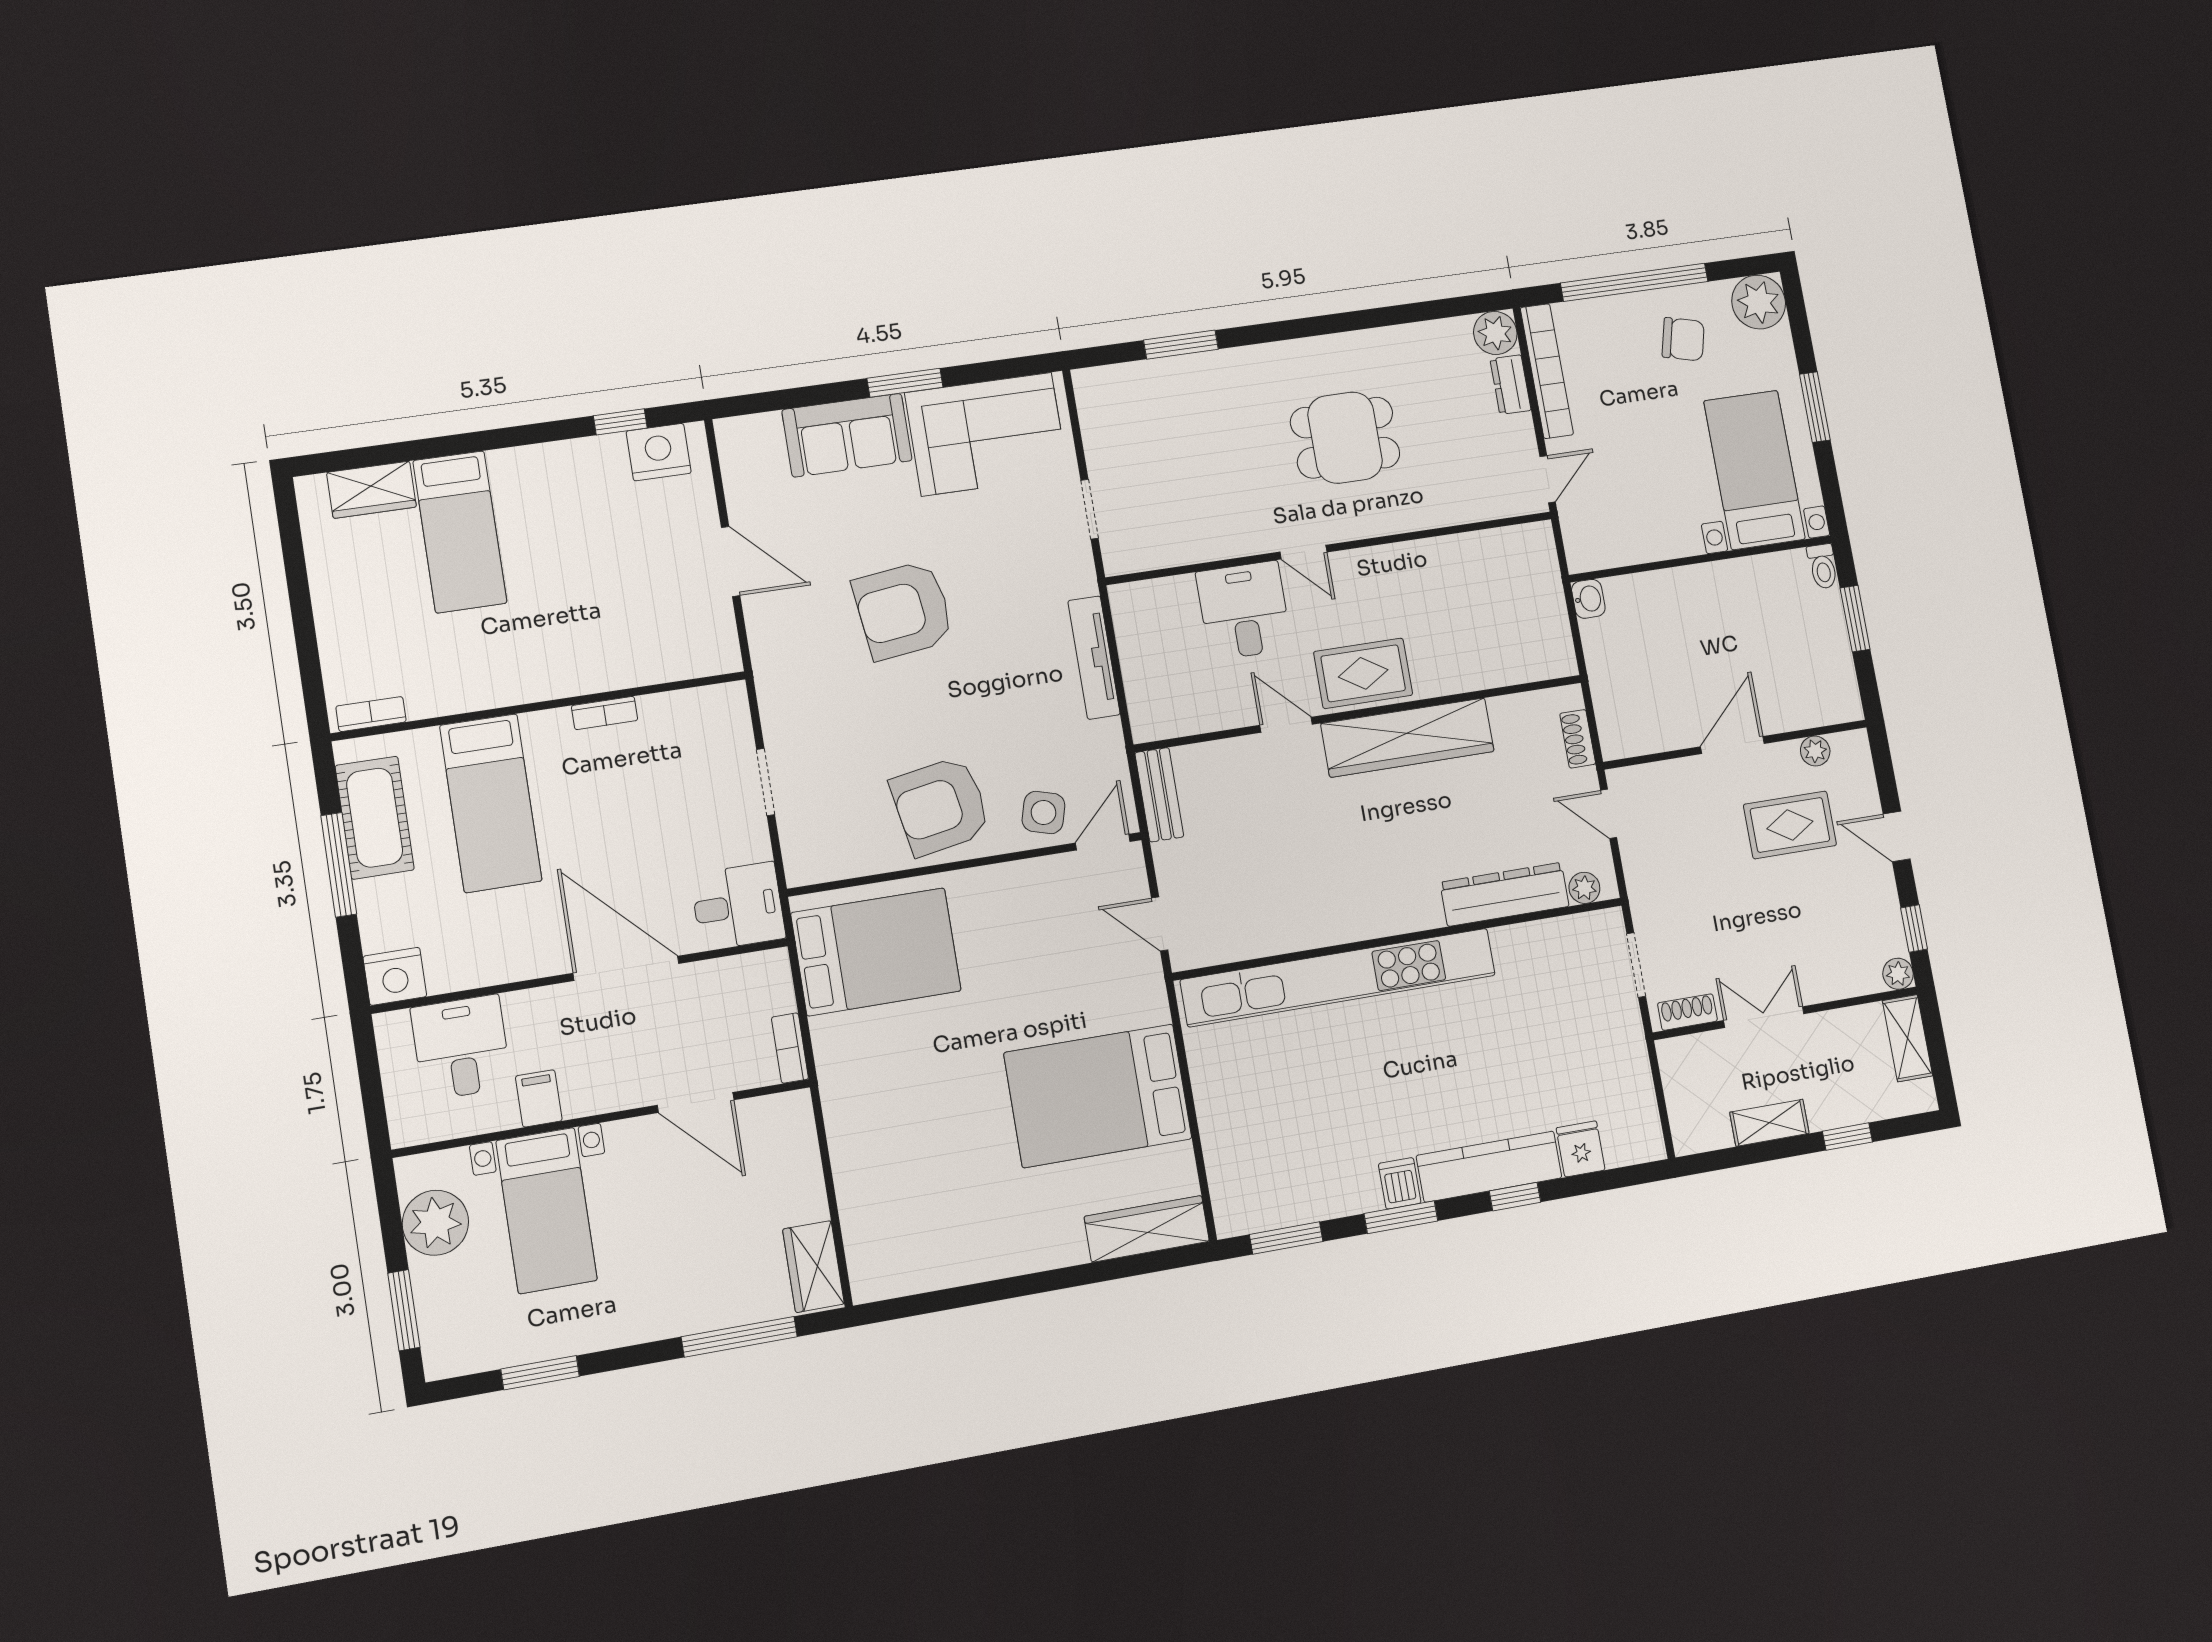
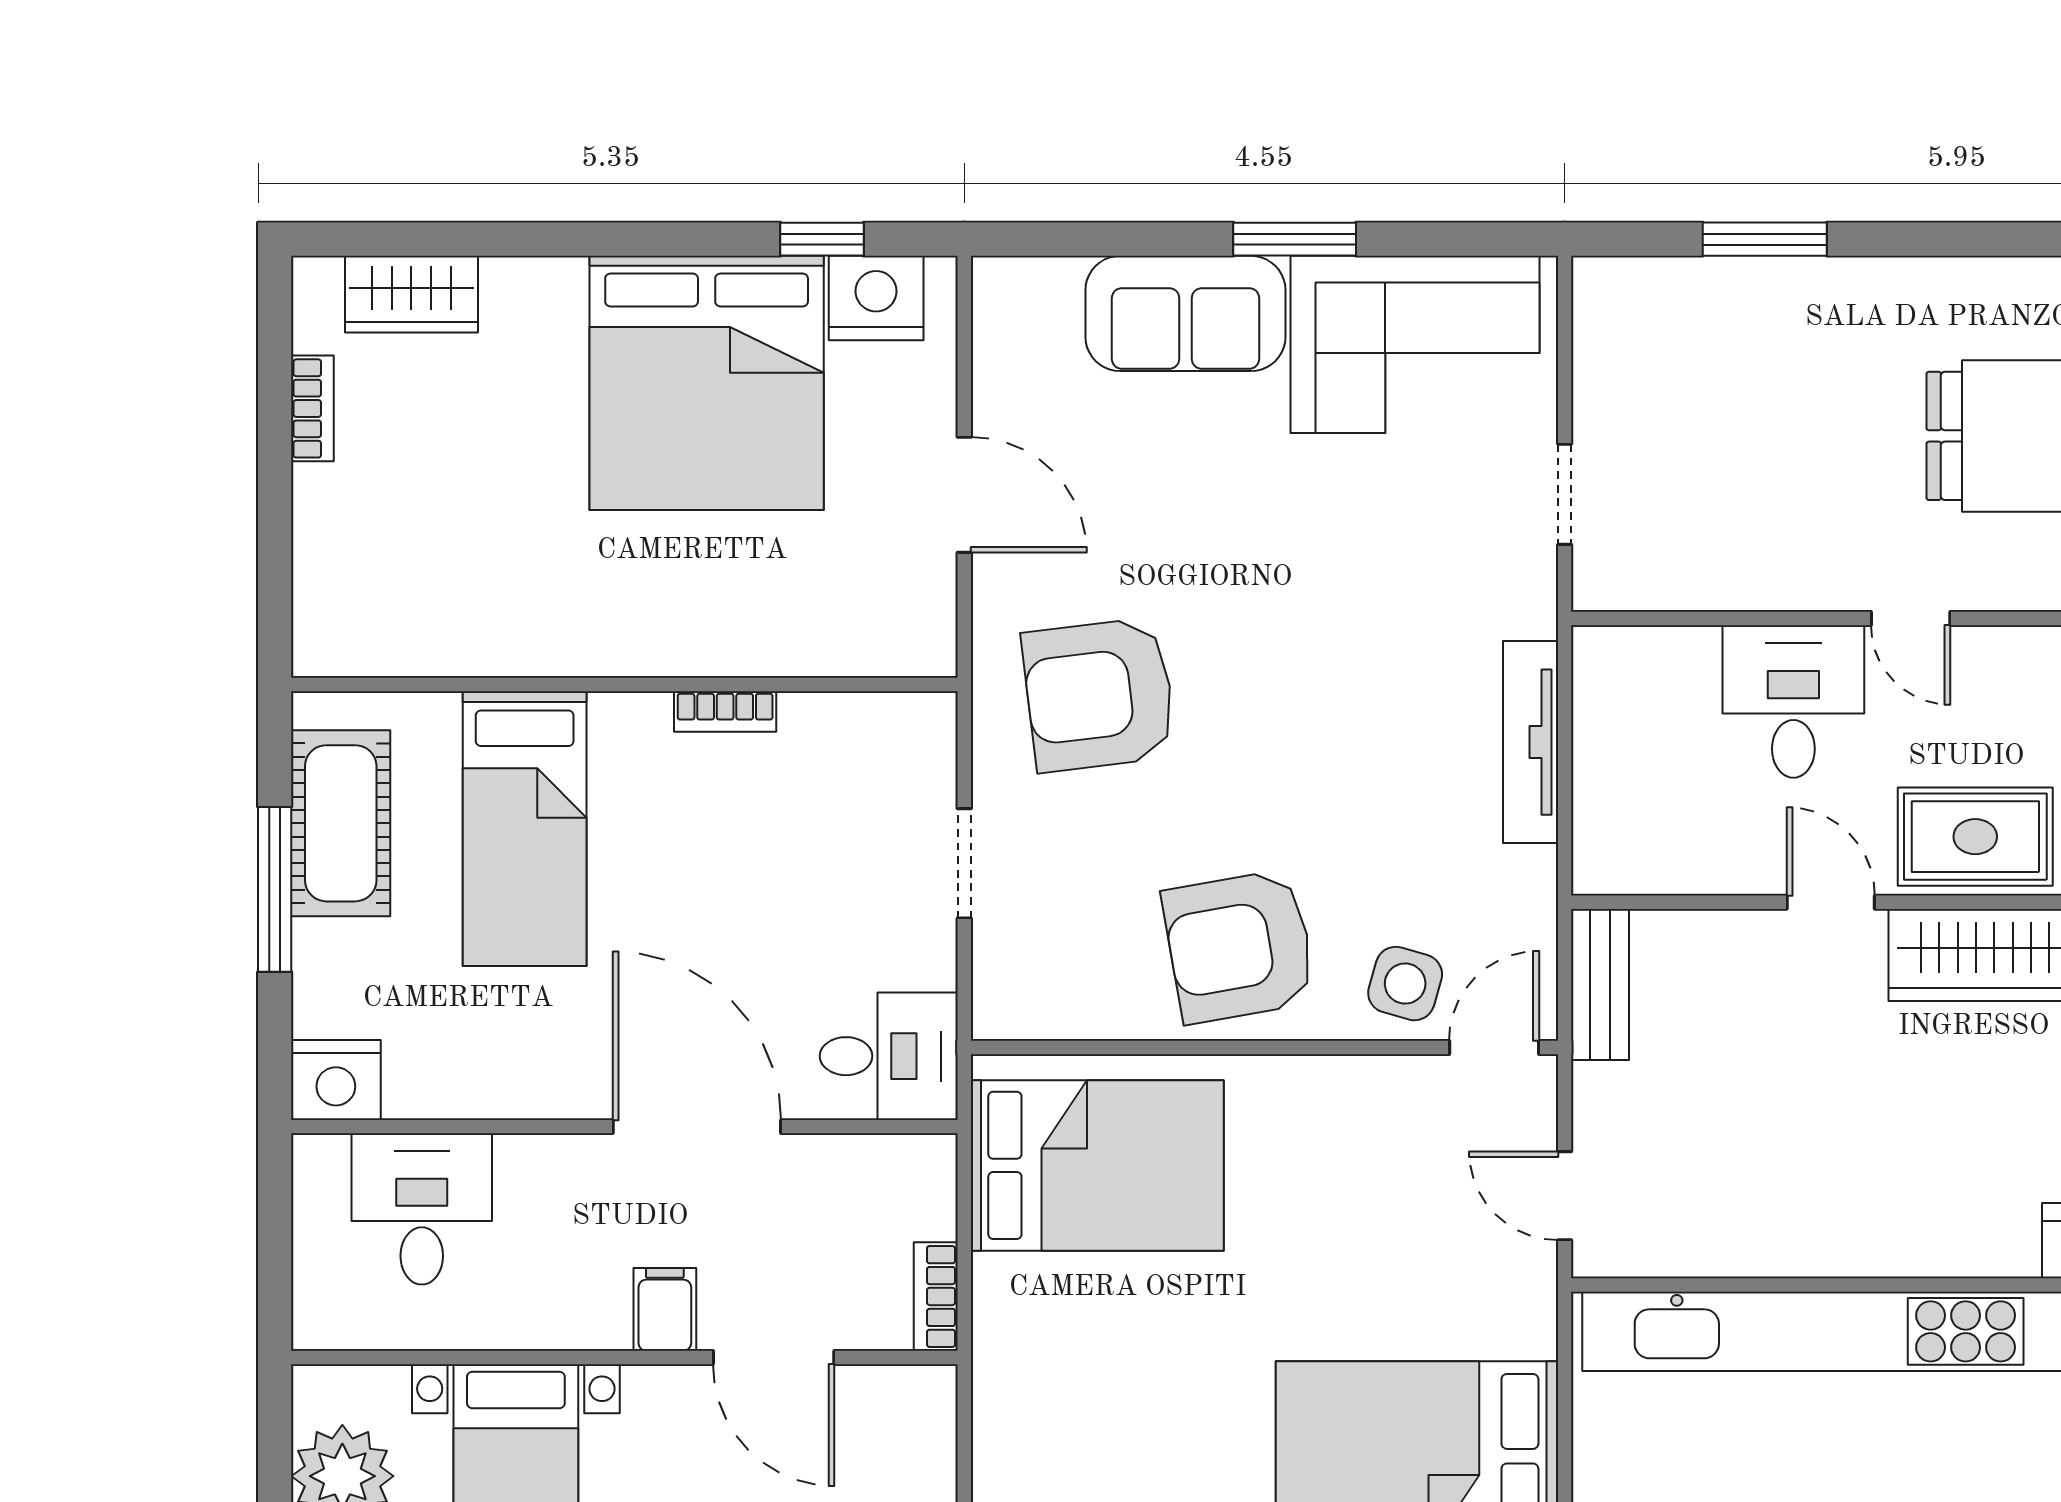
bed: (460, 532) -> (707, 383), moved, width x2.04
armchair: (903, 610) -> (1099, 695), moved
bookcase: (371, 714) -> (312, 408), moved, turned 90
filing cabinet: (539, 1098) -> (665, 1309), moved

